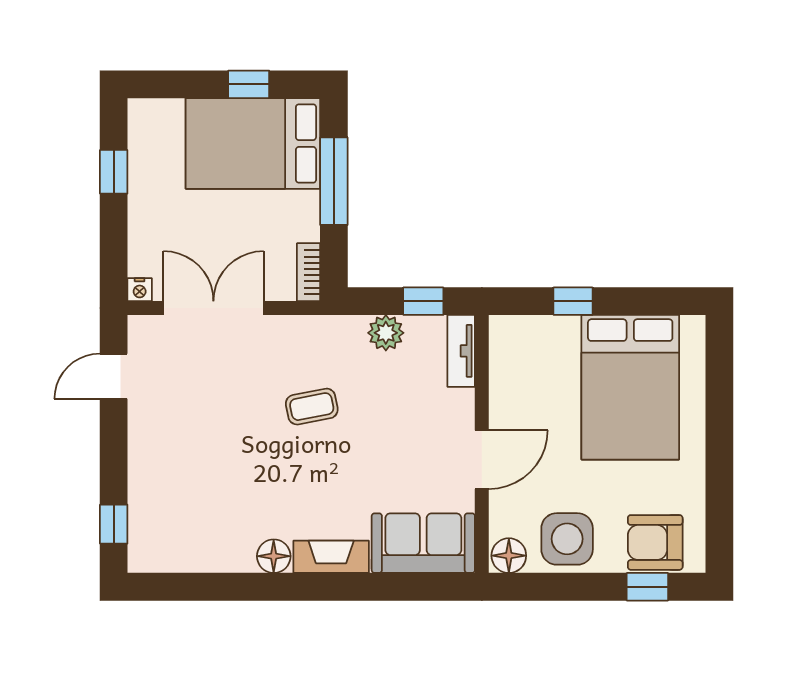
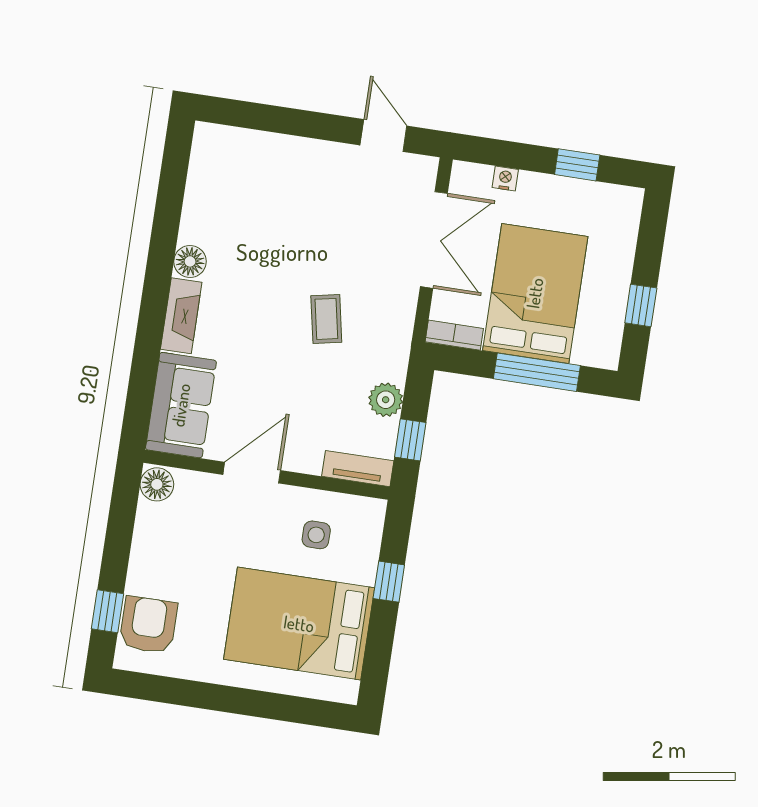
bed: (253, 143) -> (535, 293), moved
nightstand: (140, 290) -> (505, 178), moved, turned 90
door: (482, 460) -> (252, 473), swing flipped
window: (114, 524) -> (243, 114), removed
side table: (567, 539) -> (316, 535), moved, width x0.54, depth x0.54

